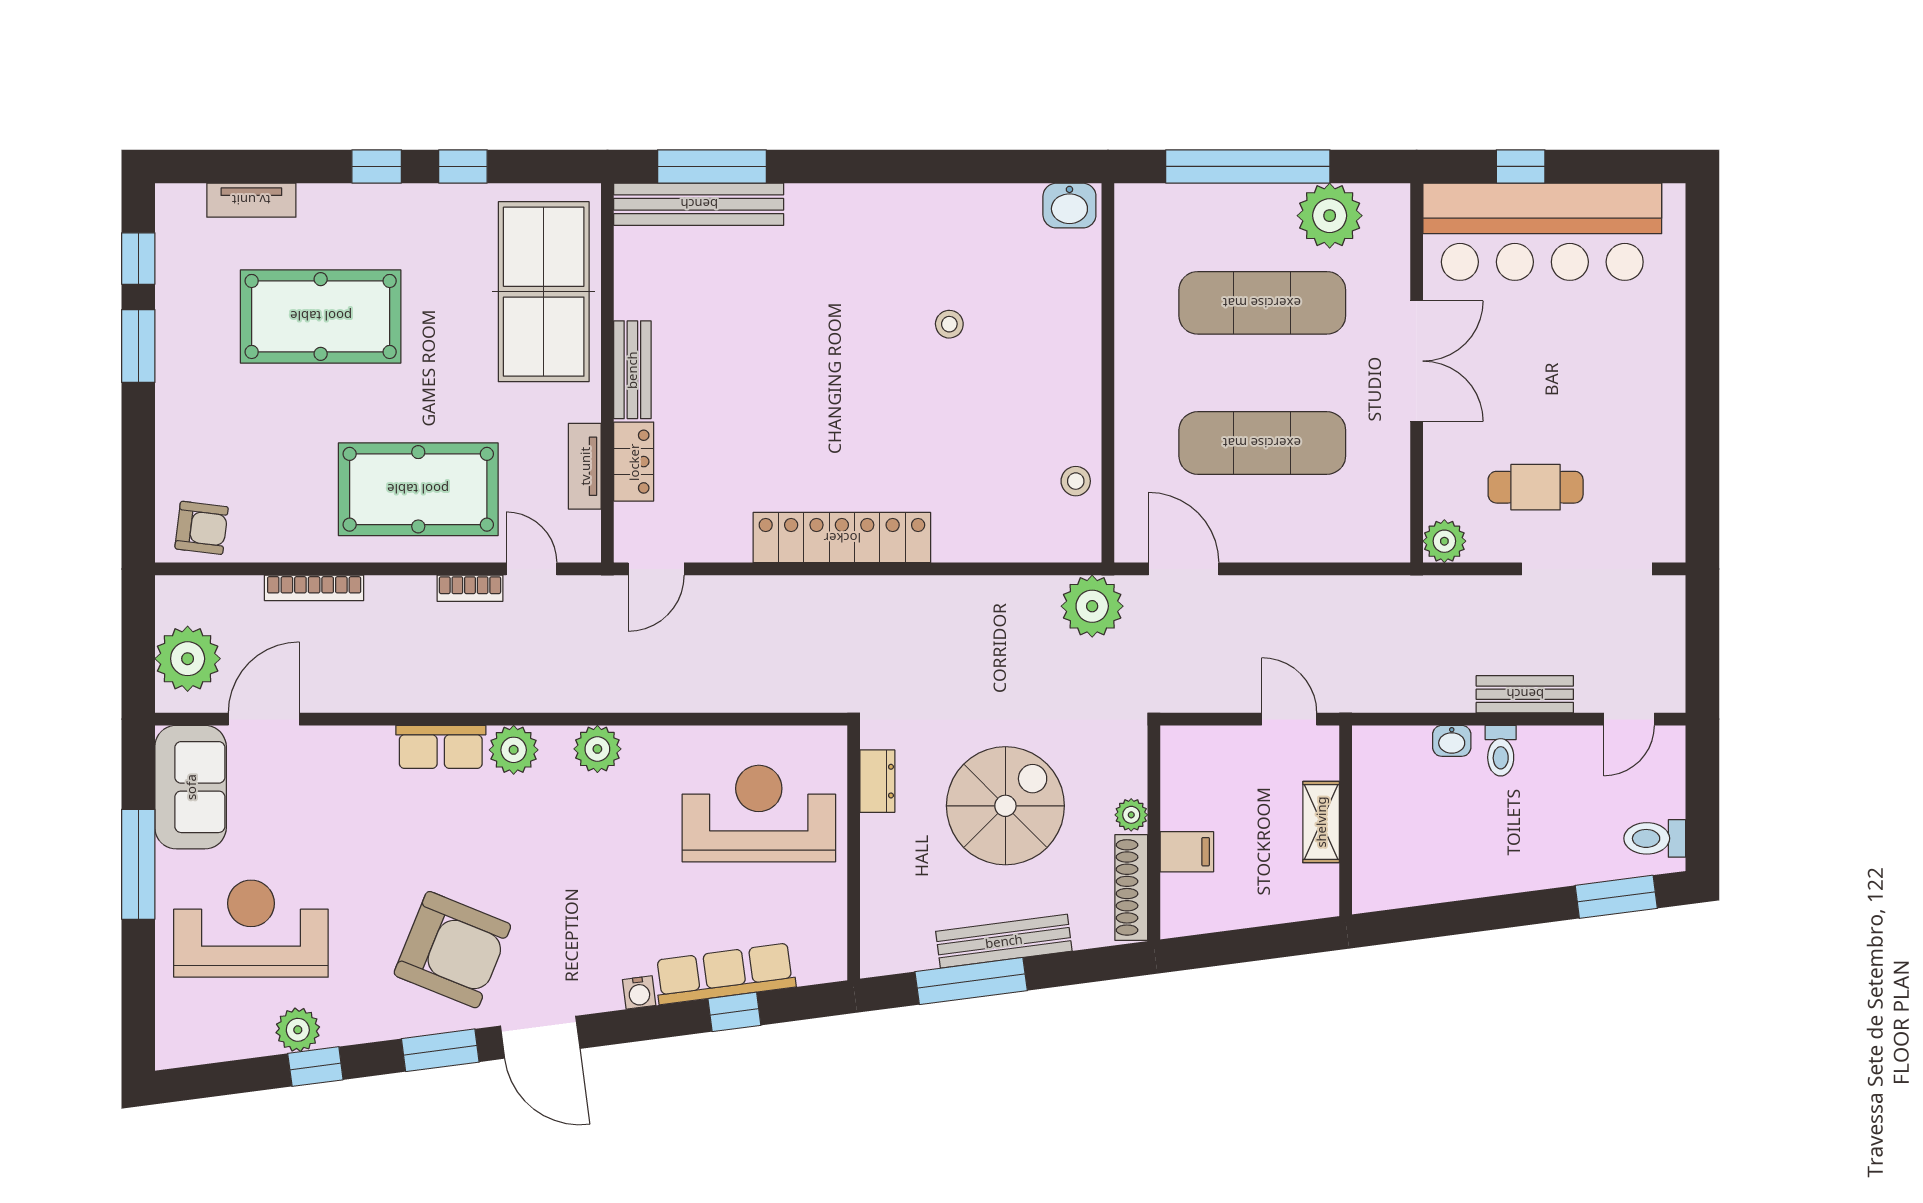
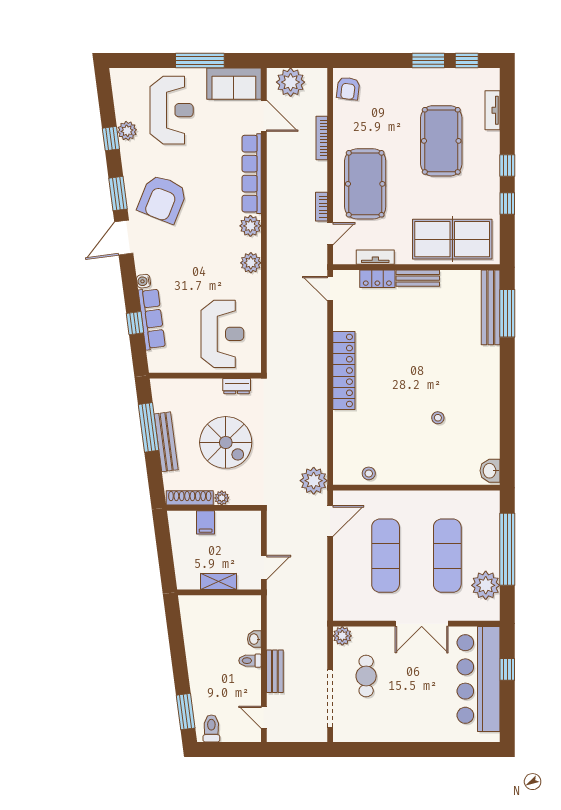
row of seats: (441, 747) -> (252, 174), width x2.02

